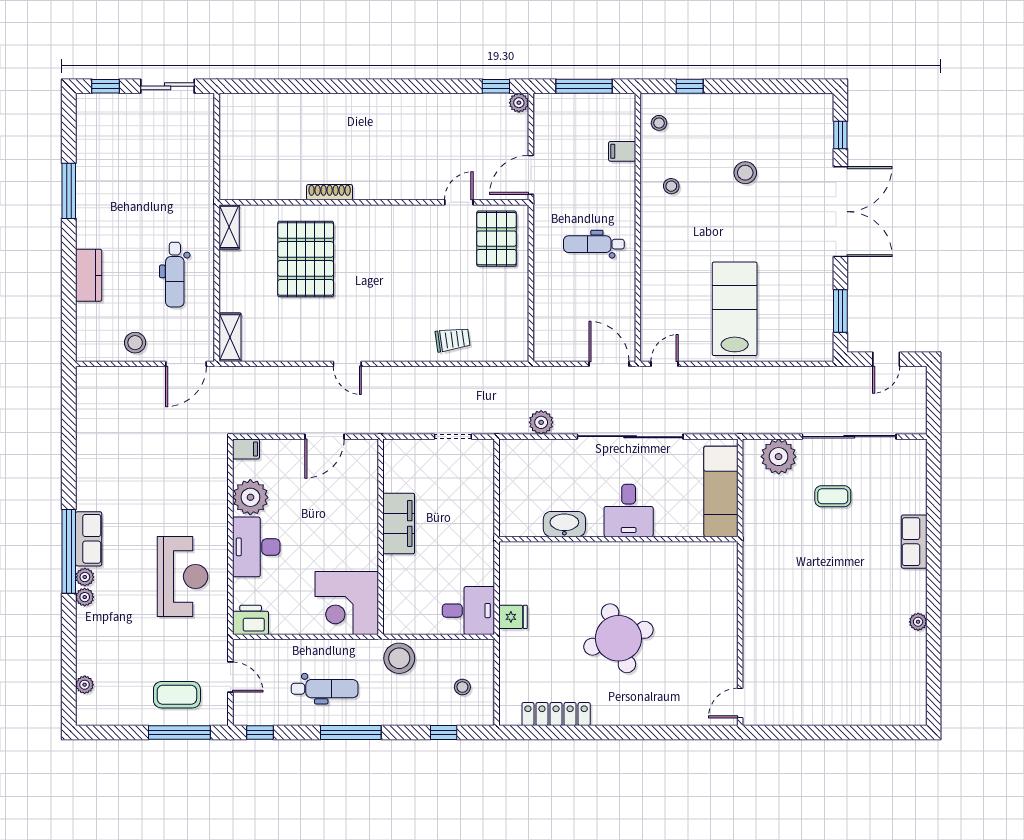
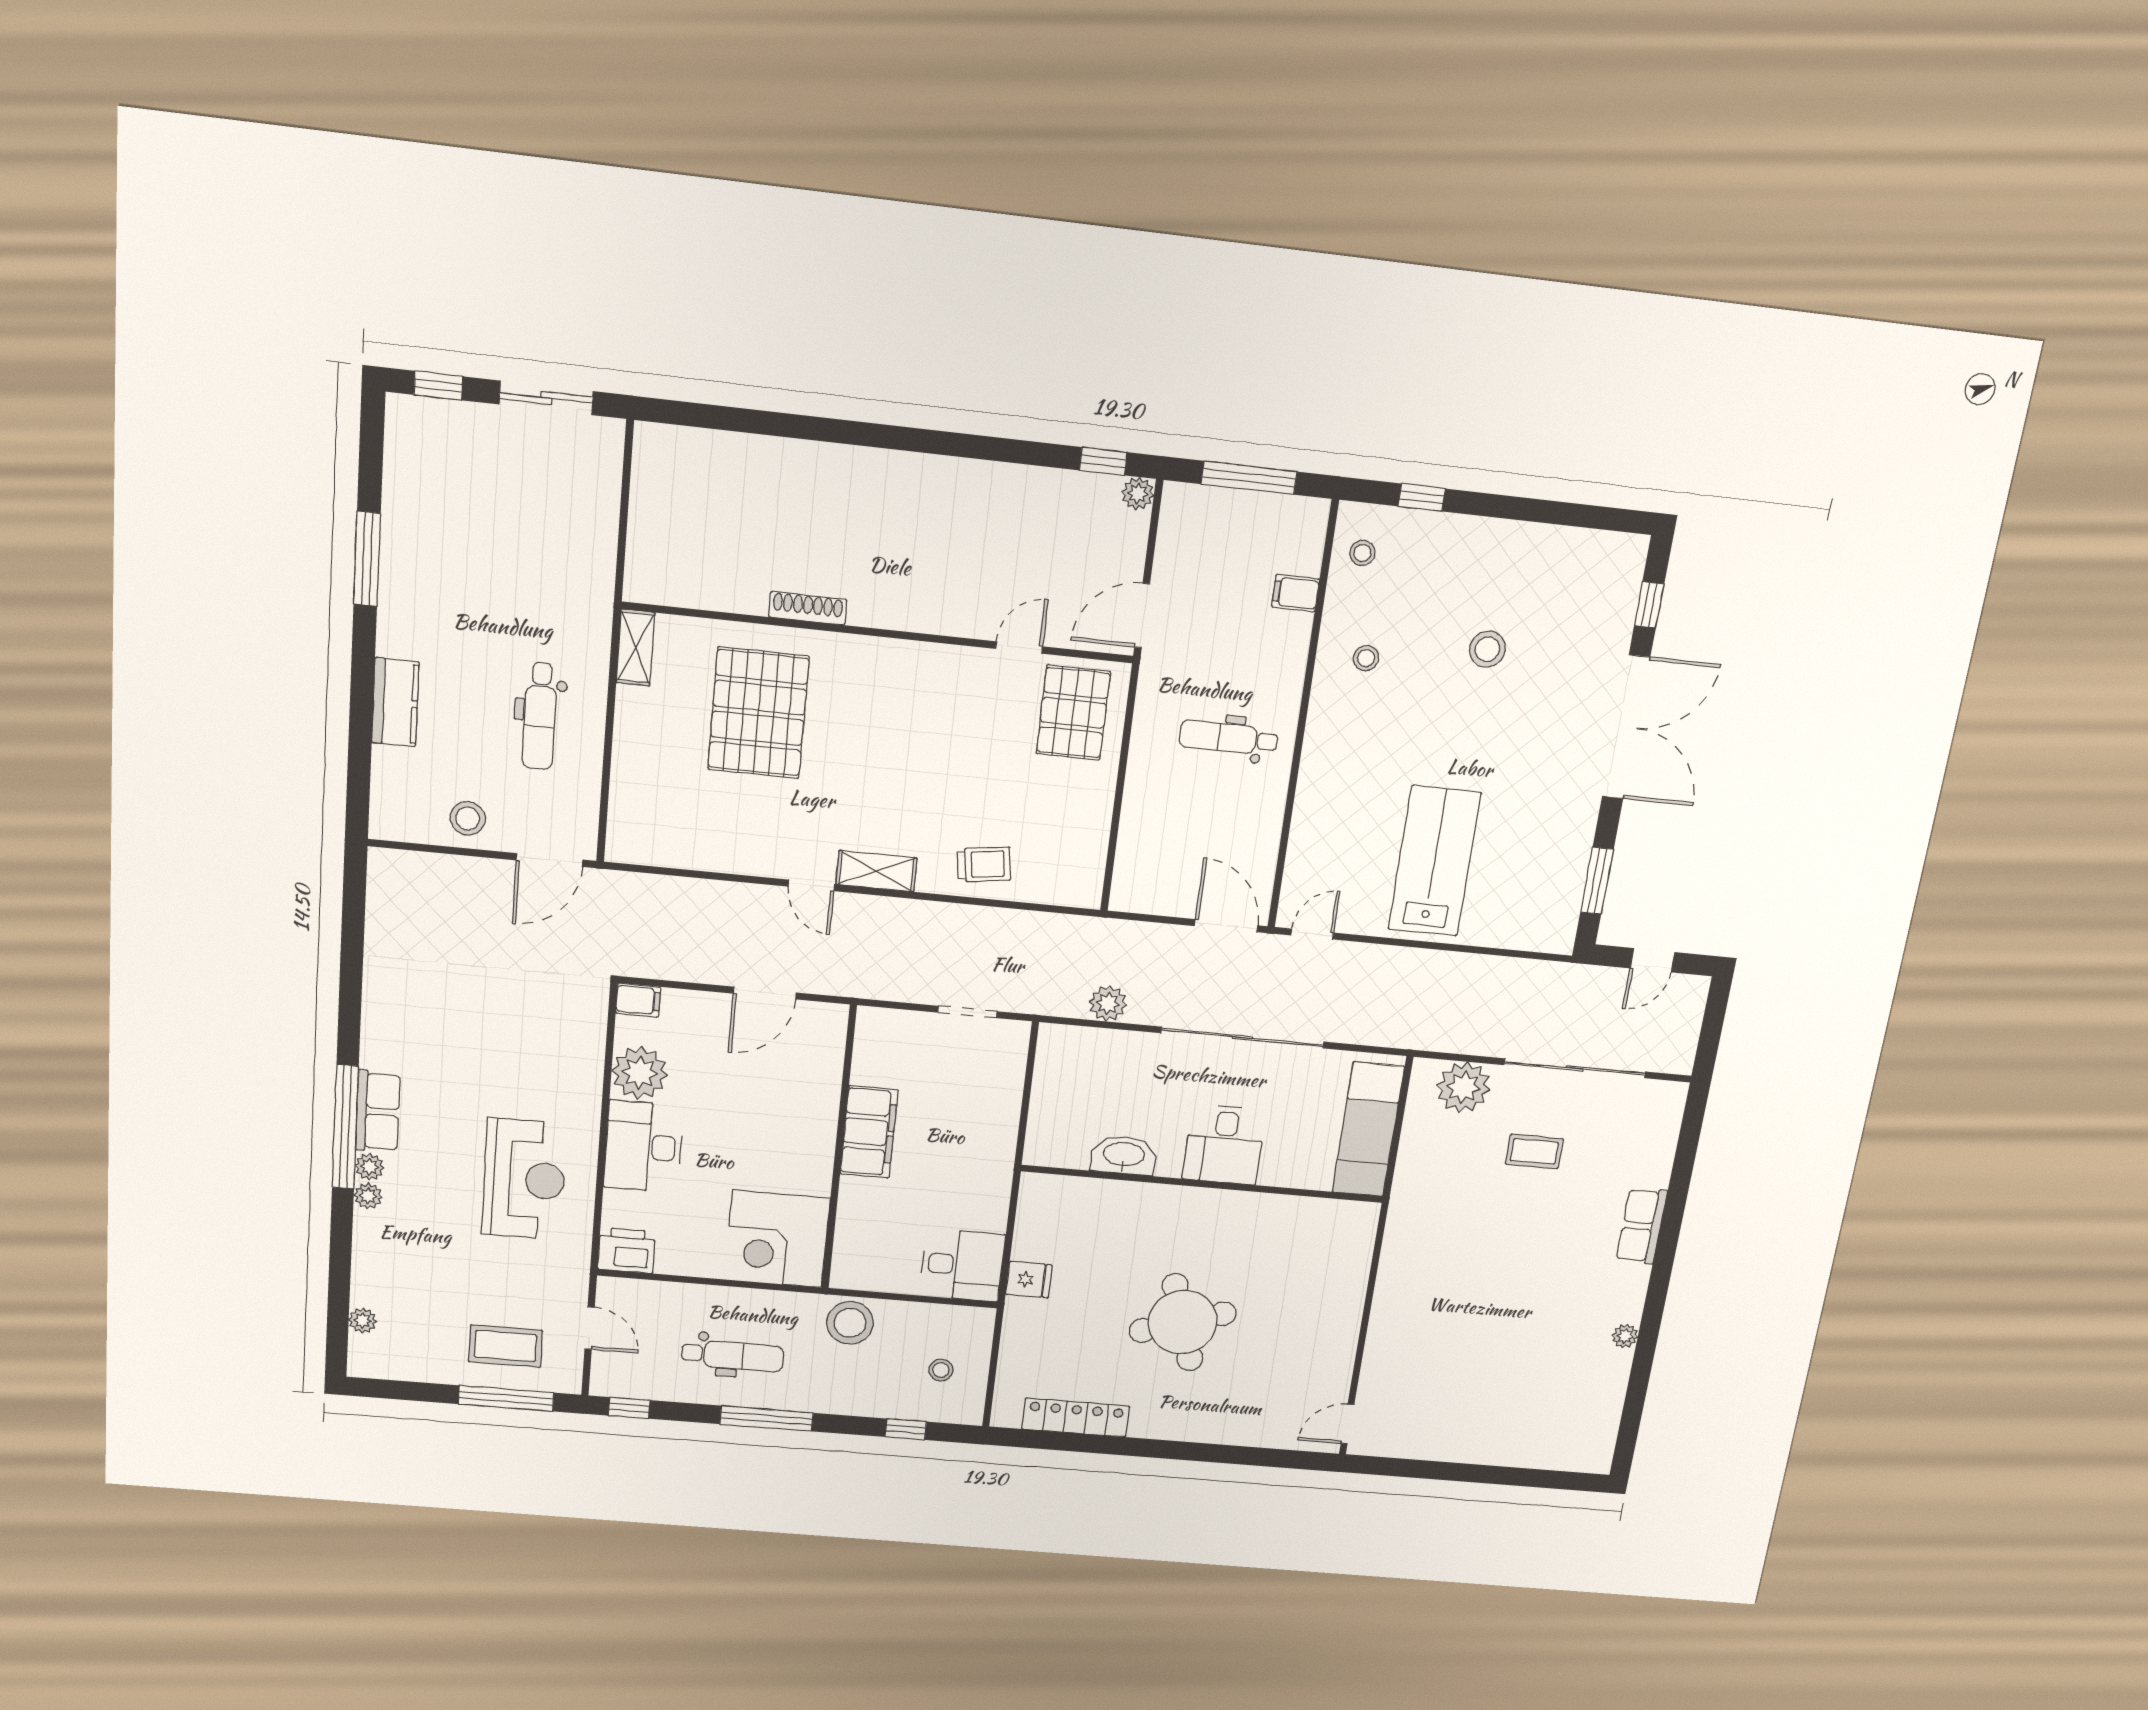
shelving: (230, 337) -> (876, 871), moved, turned 90

